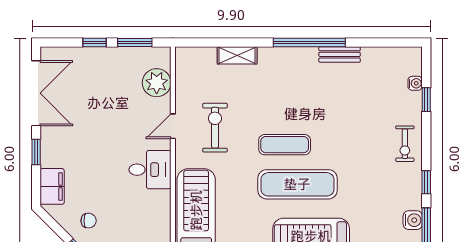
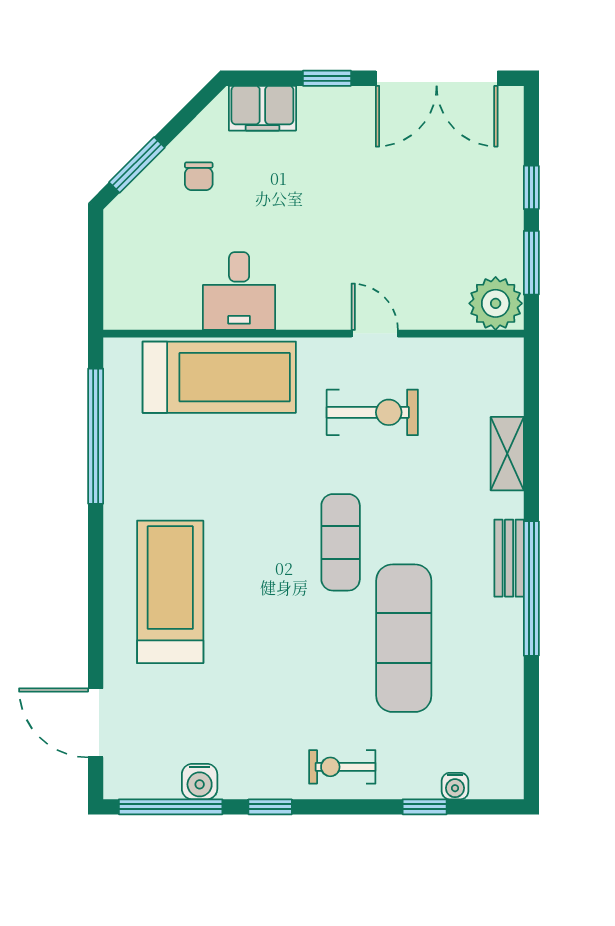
bench: (340, 54) -> (509, 558), moved
plant: (157, 83) -> (496, 303), moved
desk: (150, 170) -> (239, 291), moved
exercise mat: (297, 184) -> (404, 638), moved

